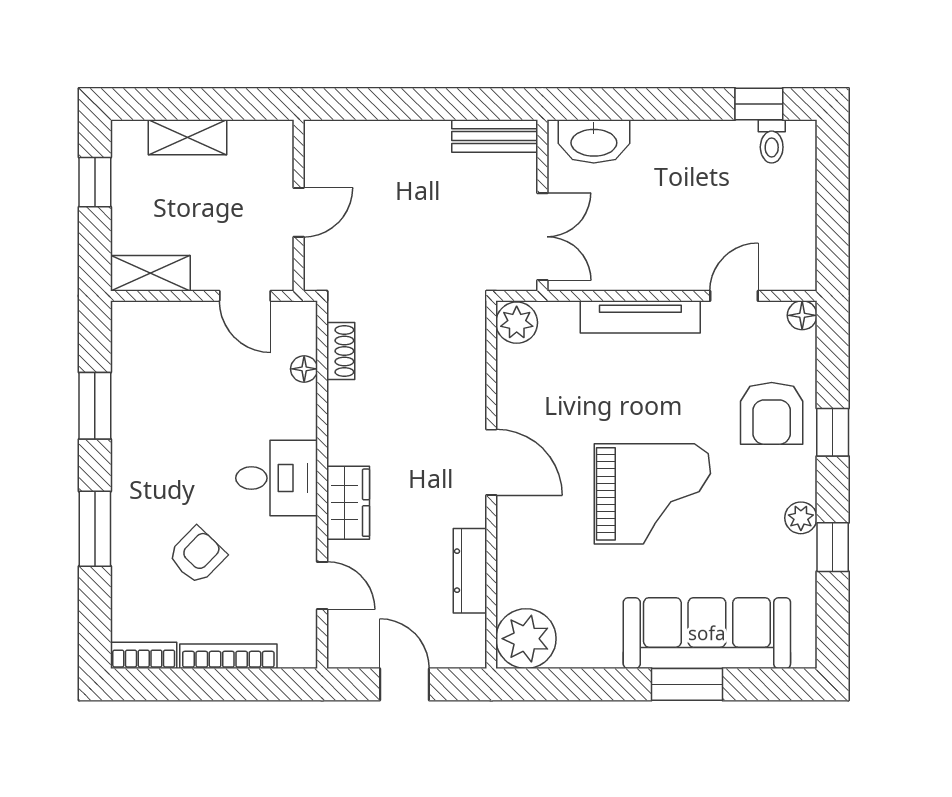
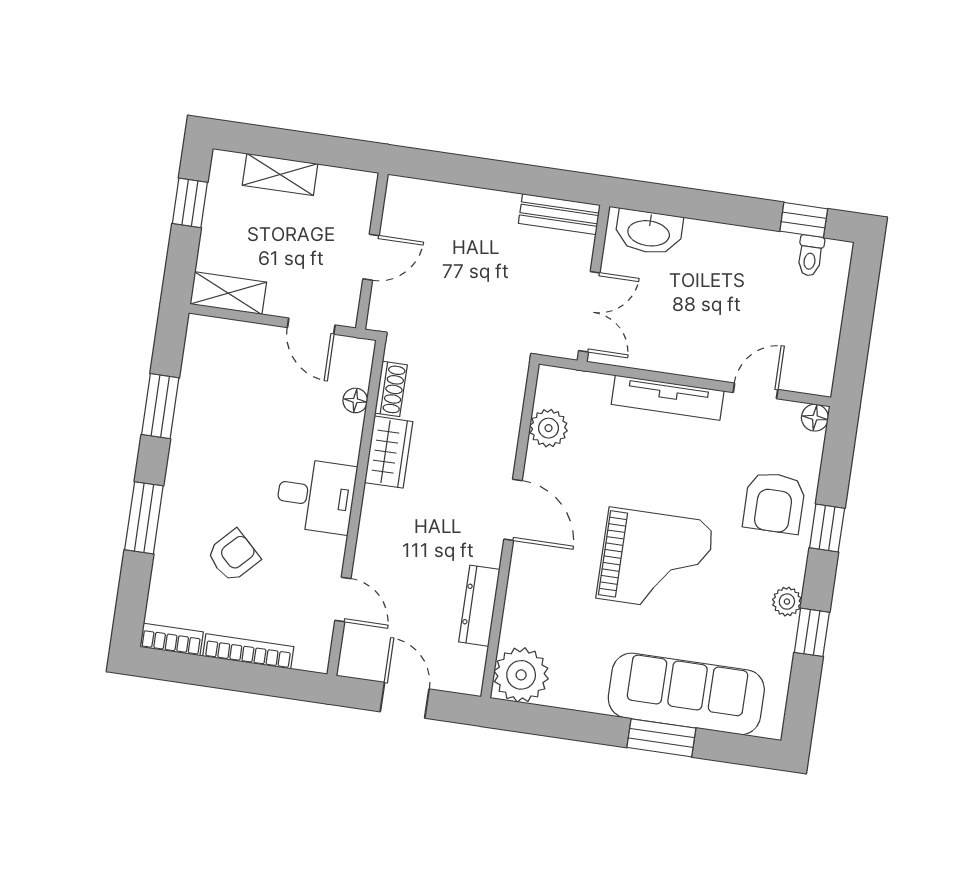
plant: (517, 323) -> (549, 428), moved
wardrobe: (348, 503) -> (389, 452), moved

